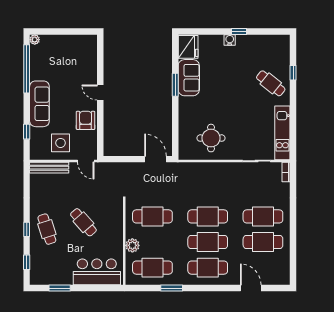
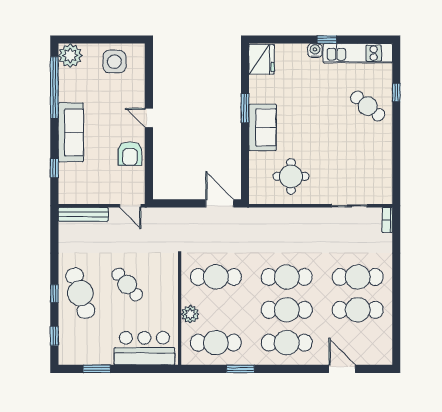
plant: (35, 40) -> (70, 55), width x1.88, depth x1.88
sofa: (189, 78) -> (262, 127), moved
armchair: (86, 120) -> (130, 154), turned 180
kitchen unit: (282, 133) -> (358, 53), moved, turned -90
side table: (61, 143) -> (114, 62), moved
cafe table: (47, 229) -> (80, 293), width x1.37, depth x1.35

